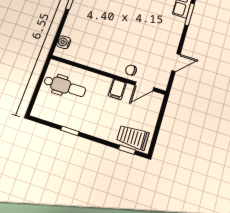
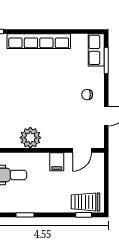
plant: (100, 60) -> (30, 138), added
chair: (131, 70) -> (87, 95), moved

